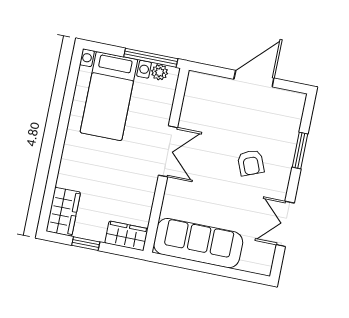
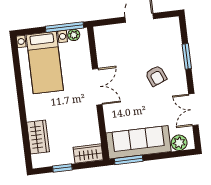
wardrobe: (63, 212) -> (38, 137), moved
window: (177, 262) -> (129, 160), added
plant: (252, 262) -> (179, 143), added

